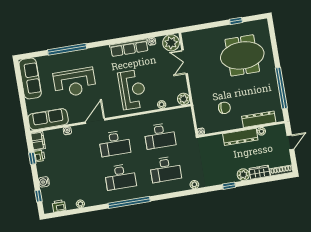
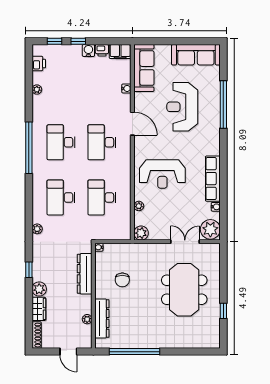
meeting table: (242, 55) -> (184, 290), moved
dresser: (240, 137) -> (85, 274), moved
window: (32, 158) -> (78, 41), moved
water cooler: (44, 182) -> (88, 50), moved

